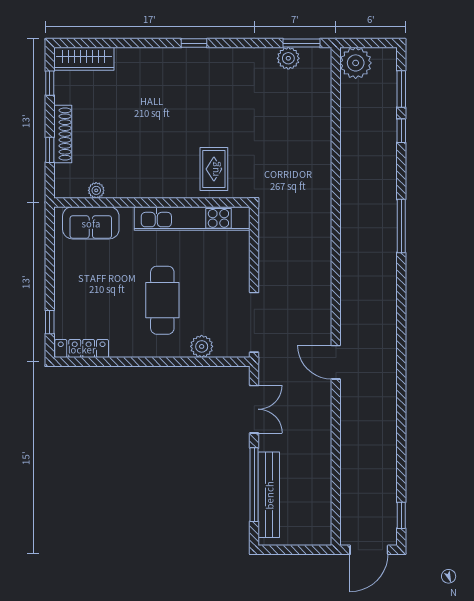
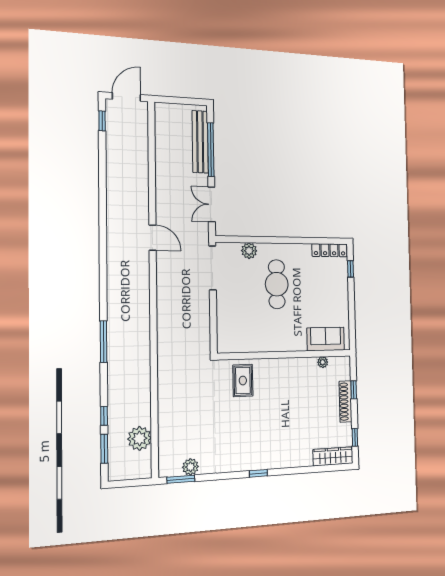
plant: (356, 63) -> (140, 438), moved
kitchen unit: (192, 218) -> (257, 344), removed

